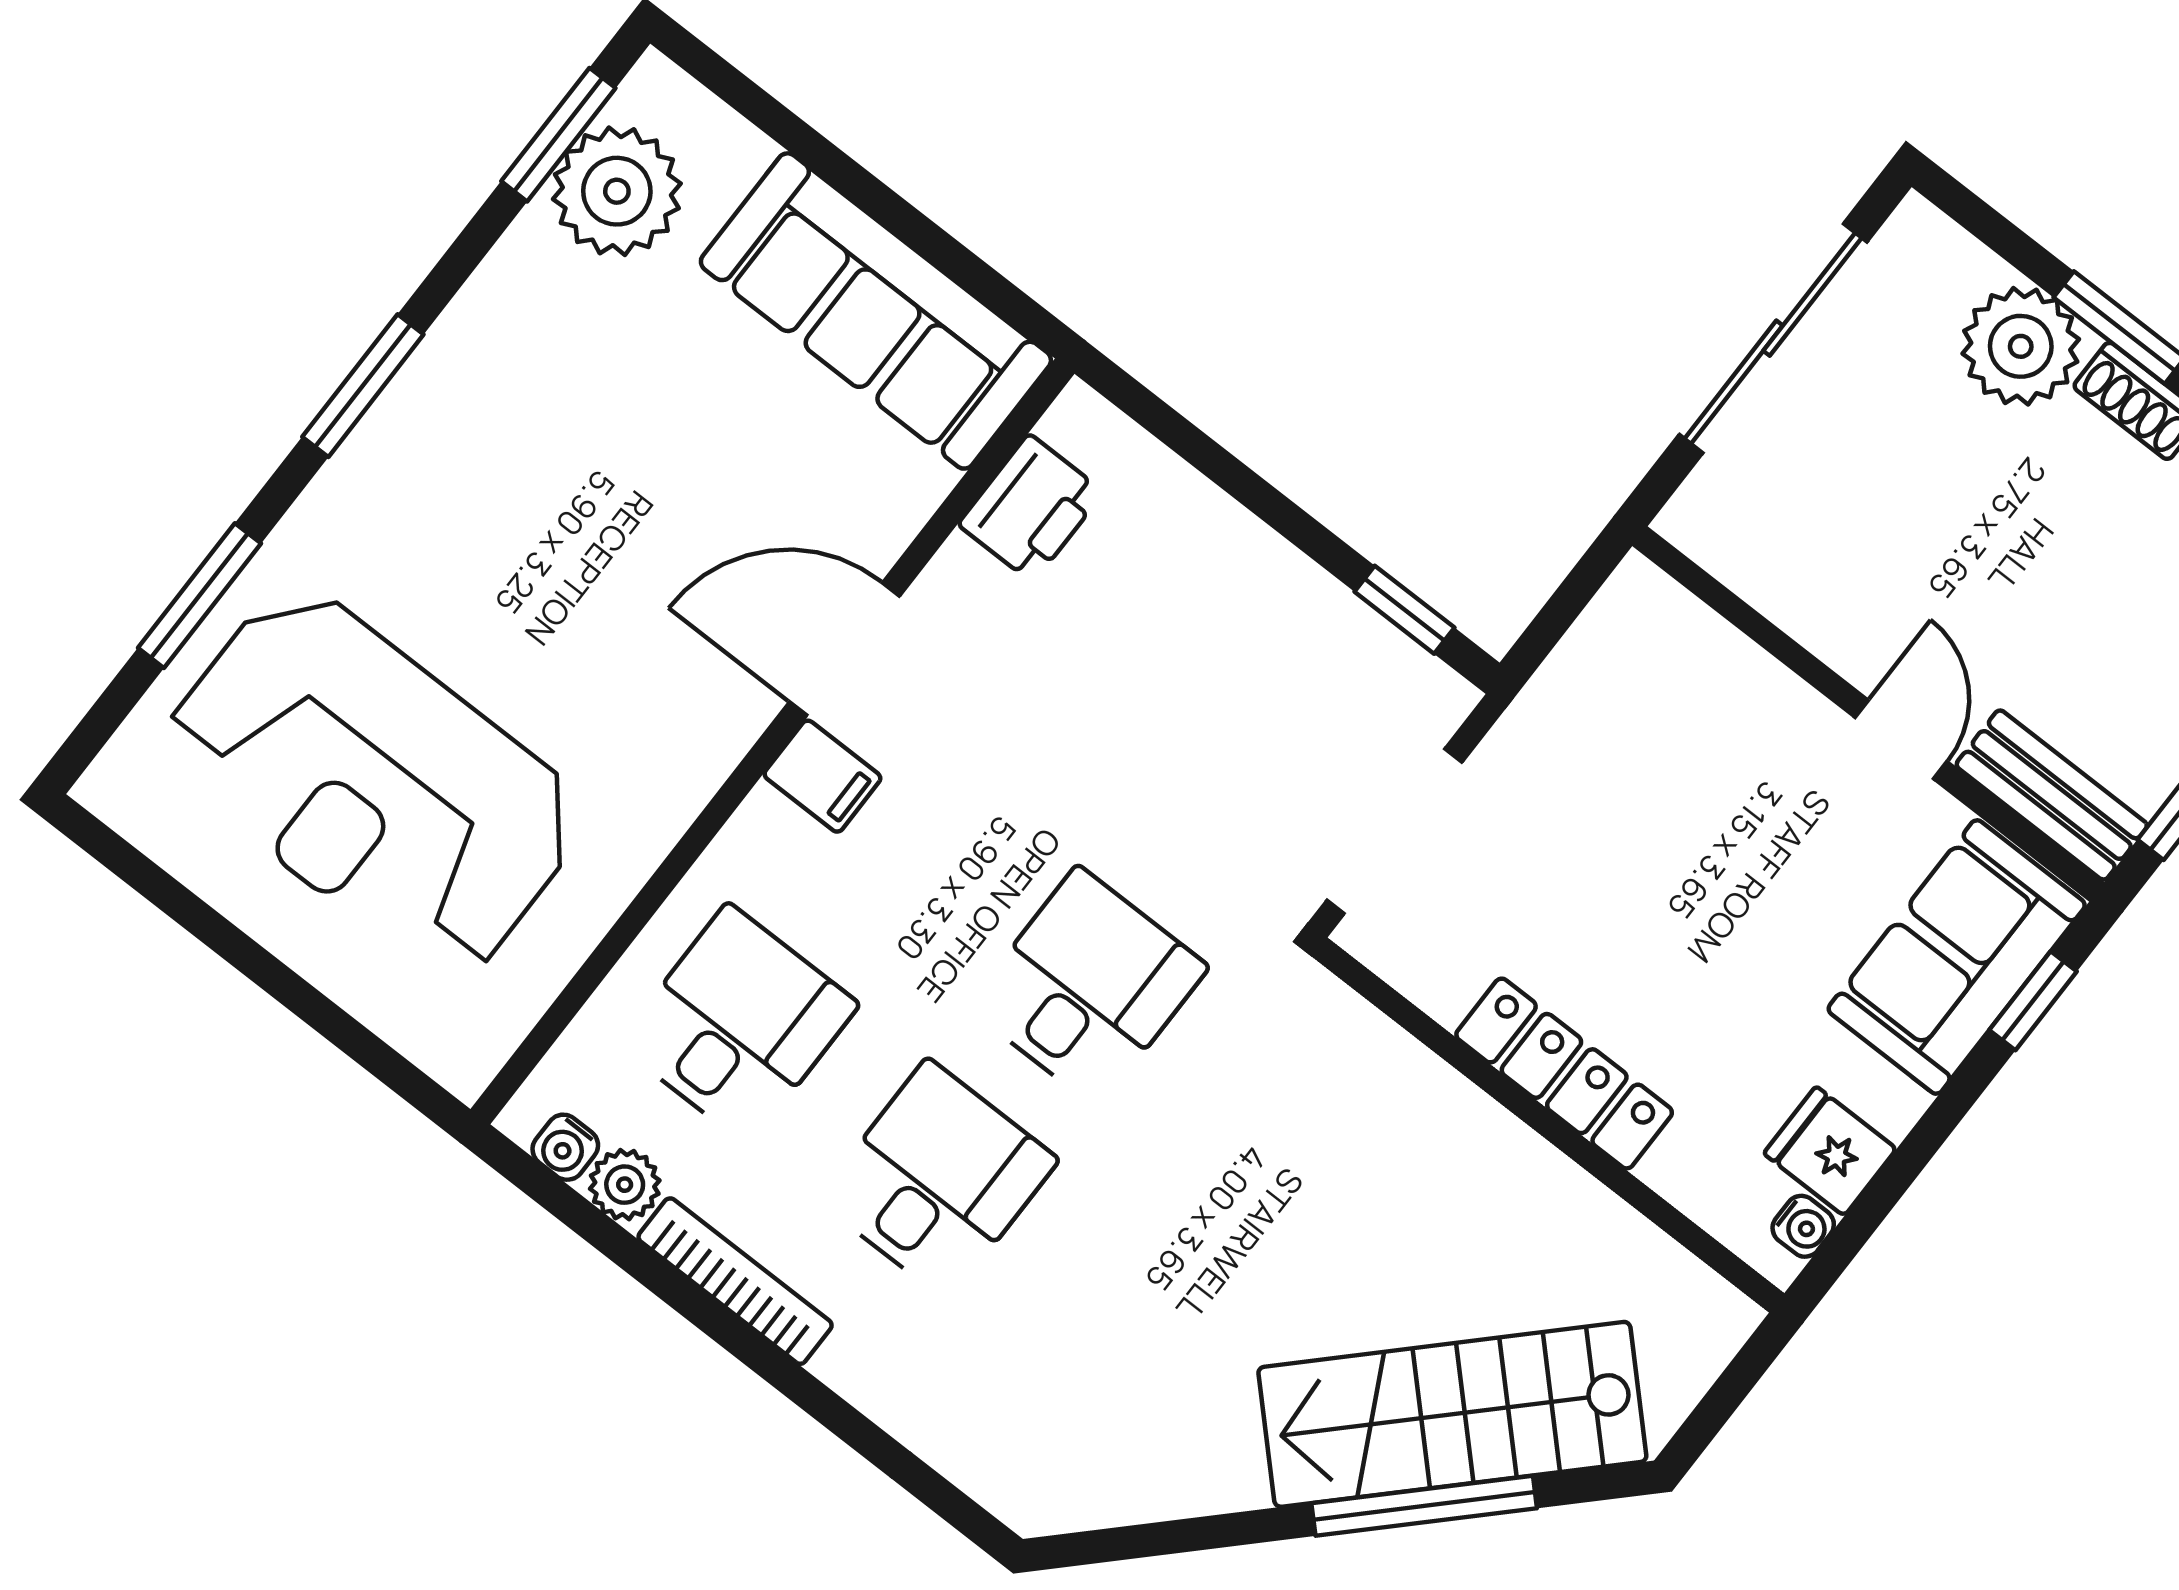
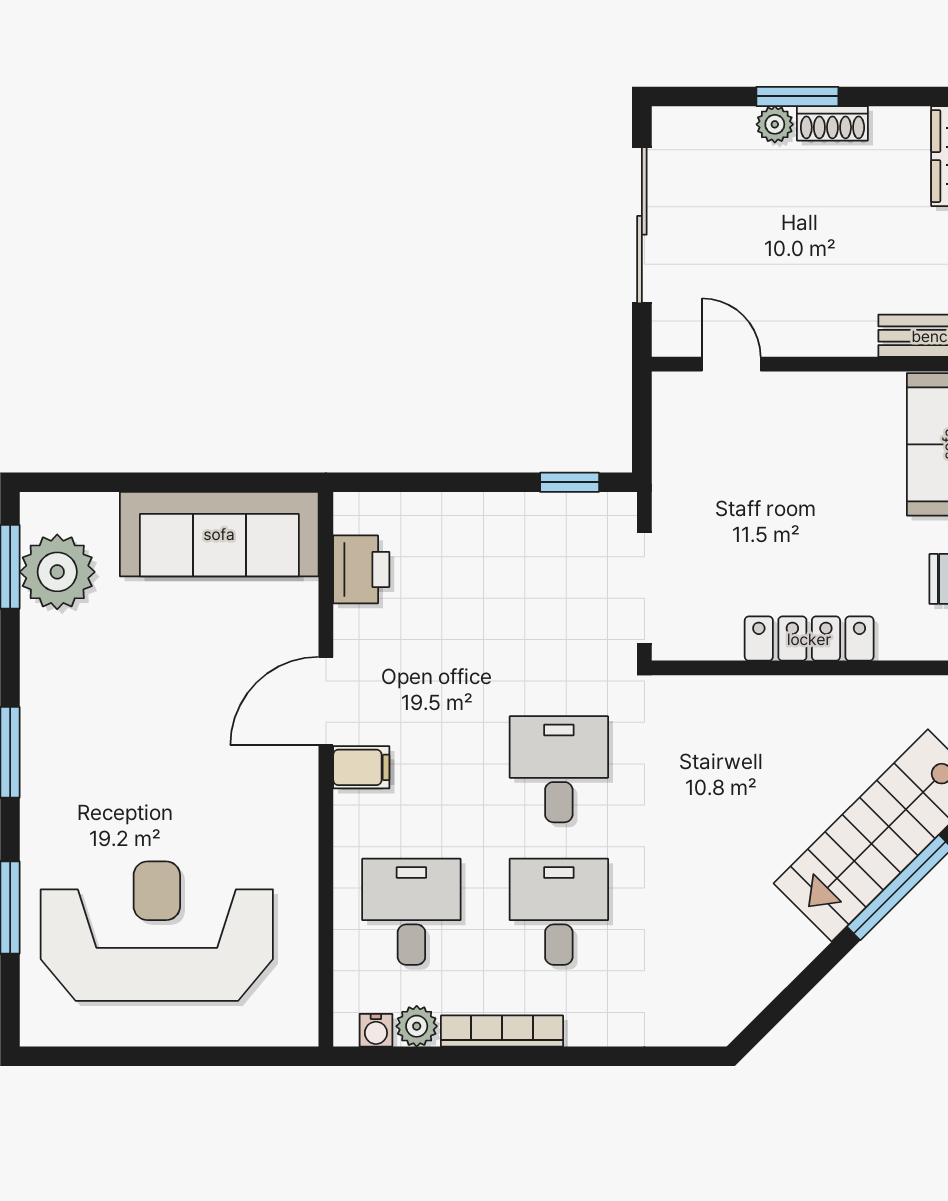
plant: (2021, 346) -> (775, 124), width x0.53, depth x0.53
door: (1901, 739) -> (731, 364), moved
reception desk: (373, 782) -> (157, 931), turned 180

